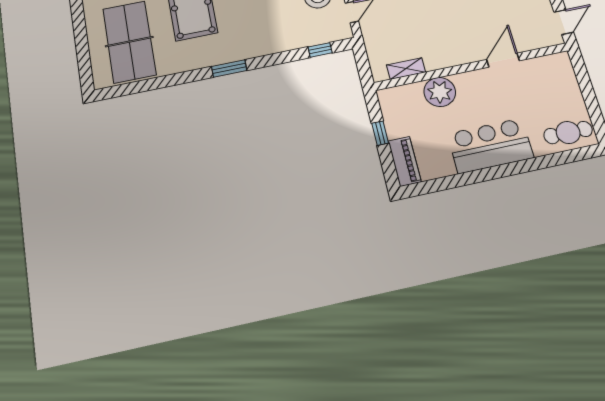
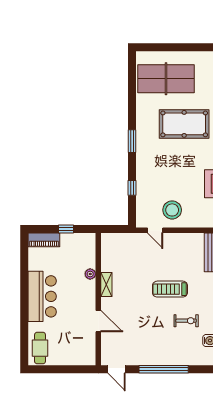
window: (320, 50) -> (132, 188), moved
shelving: (406, 69) -> (106, 284), moved
plant: (440, 92) -> (90, 274), width x0.53, depth x0.53

